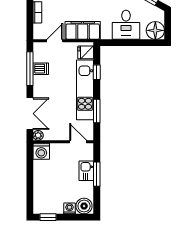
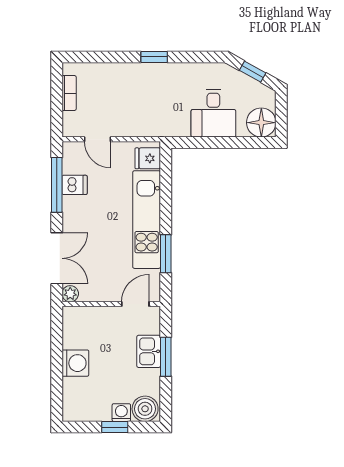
filing cabinet: (83, 30) -> (143, 122), removed
door: (55, 41) -> (98, 139), swing flipped
window: (97, 72) -> (166, 191), removed
door: (78, 142) -> (135, 304), hinge flipped
washing machine: (41, 151) -> (75, 363), moved, turned -90
window: (48, 217) -> (115, 427), moved

